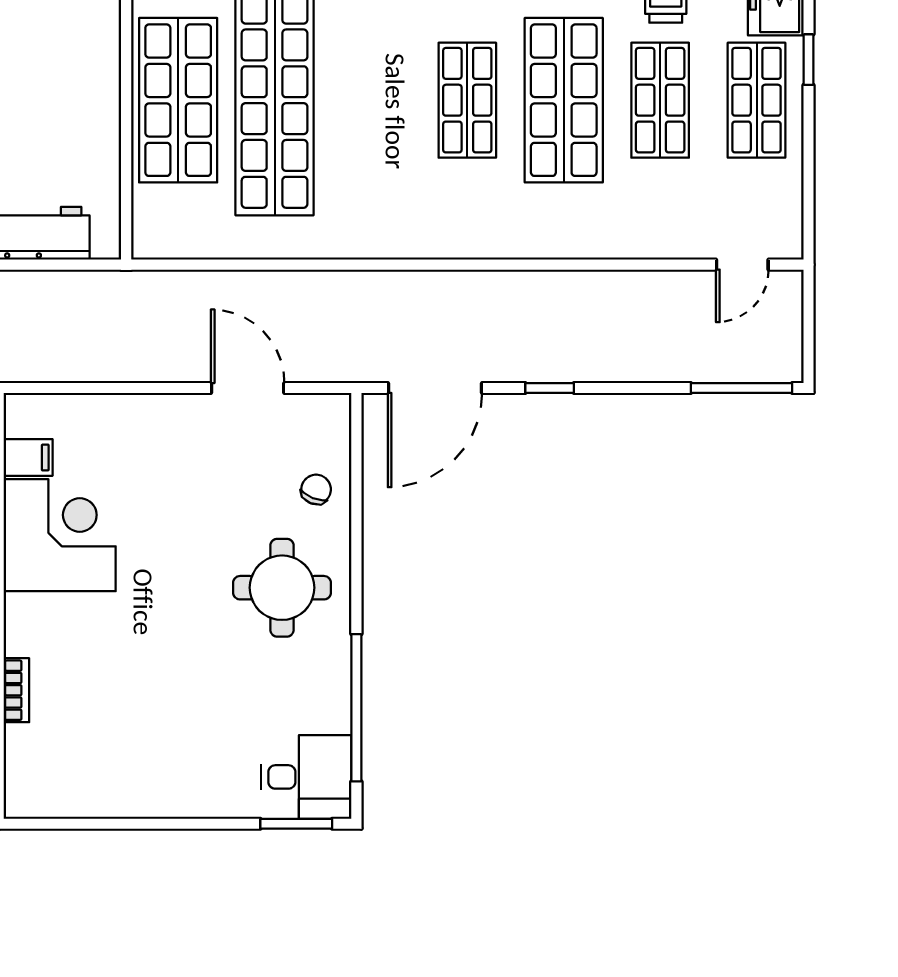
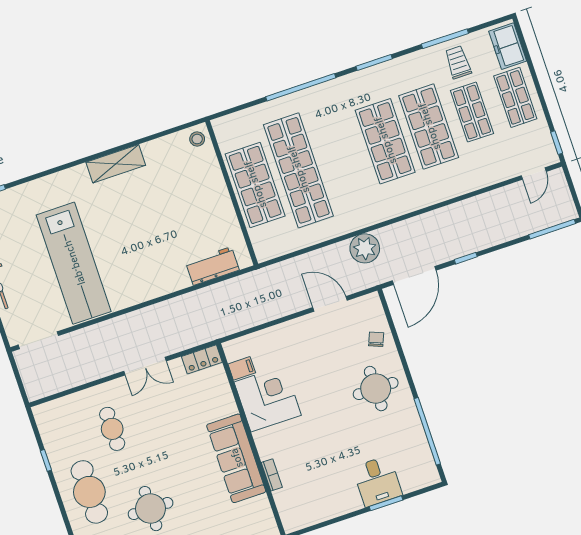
window: (809, 60) -> (557, 143), moved
shop shelf: (467, 100) -> (385, 141), width x1.43, depth x1.36
plant: (354, 301) -> (365, 248), added
desk: (306, 777) -> (377, 481), moved, turned 90
window: (296, 824) -> (386, 503), moved

